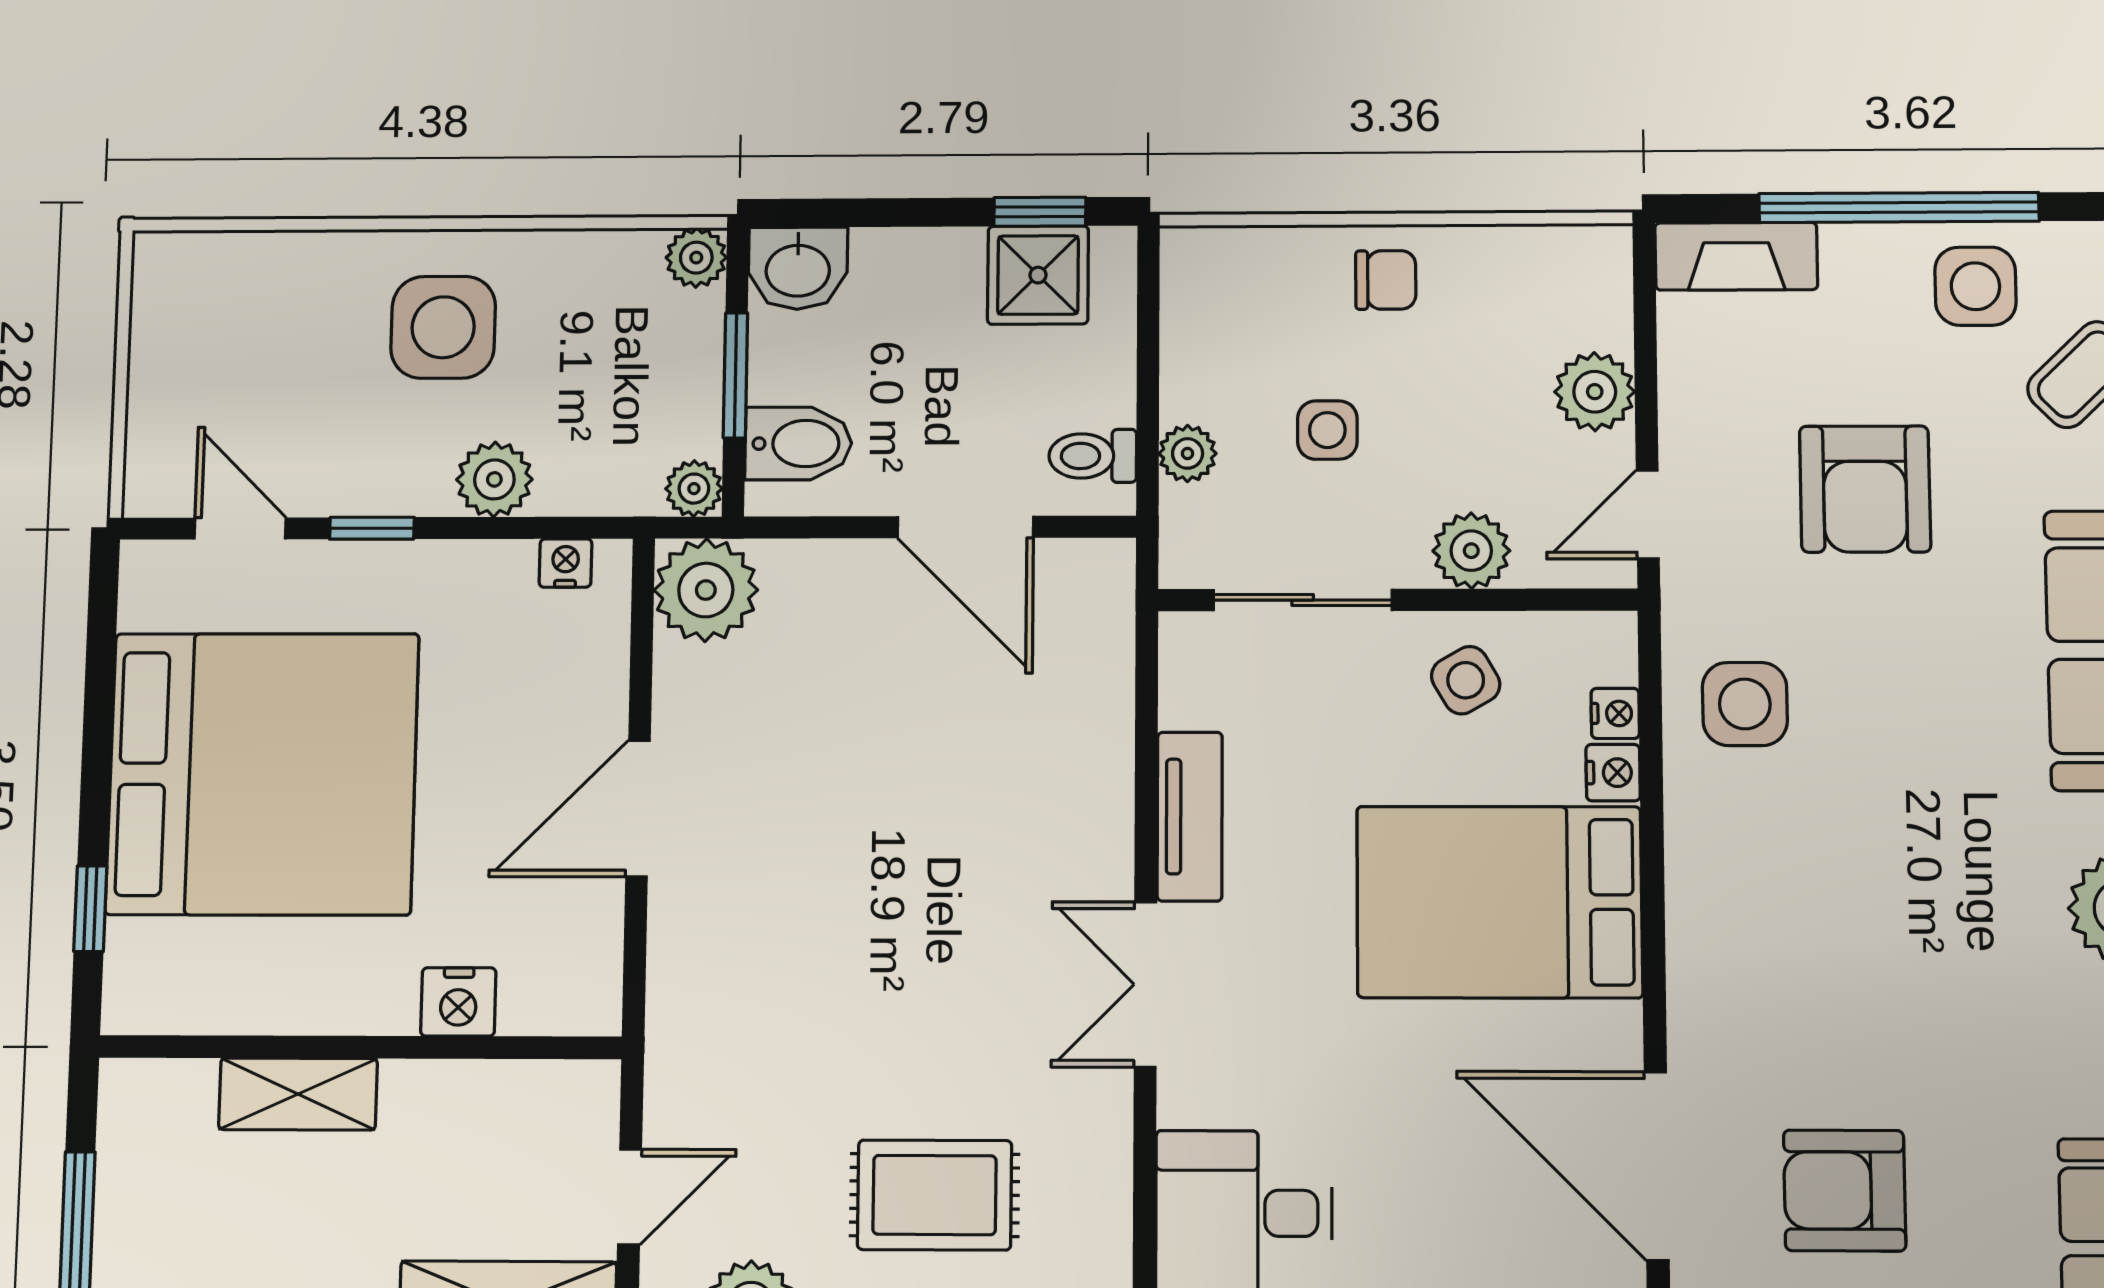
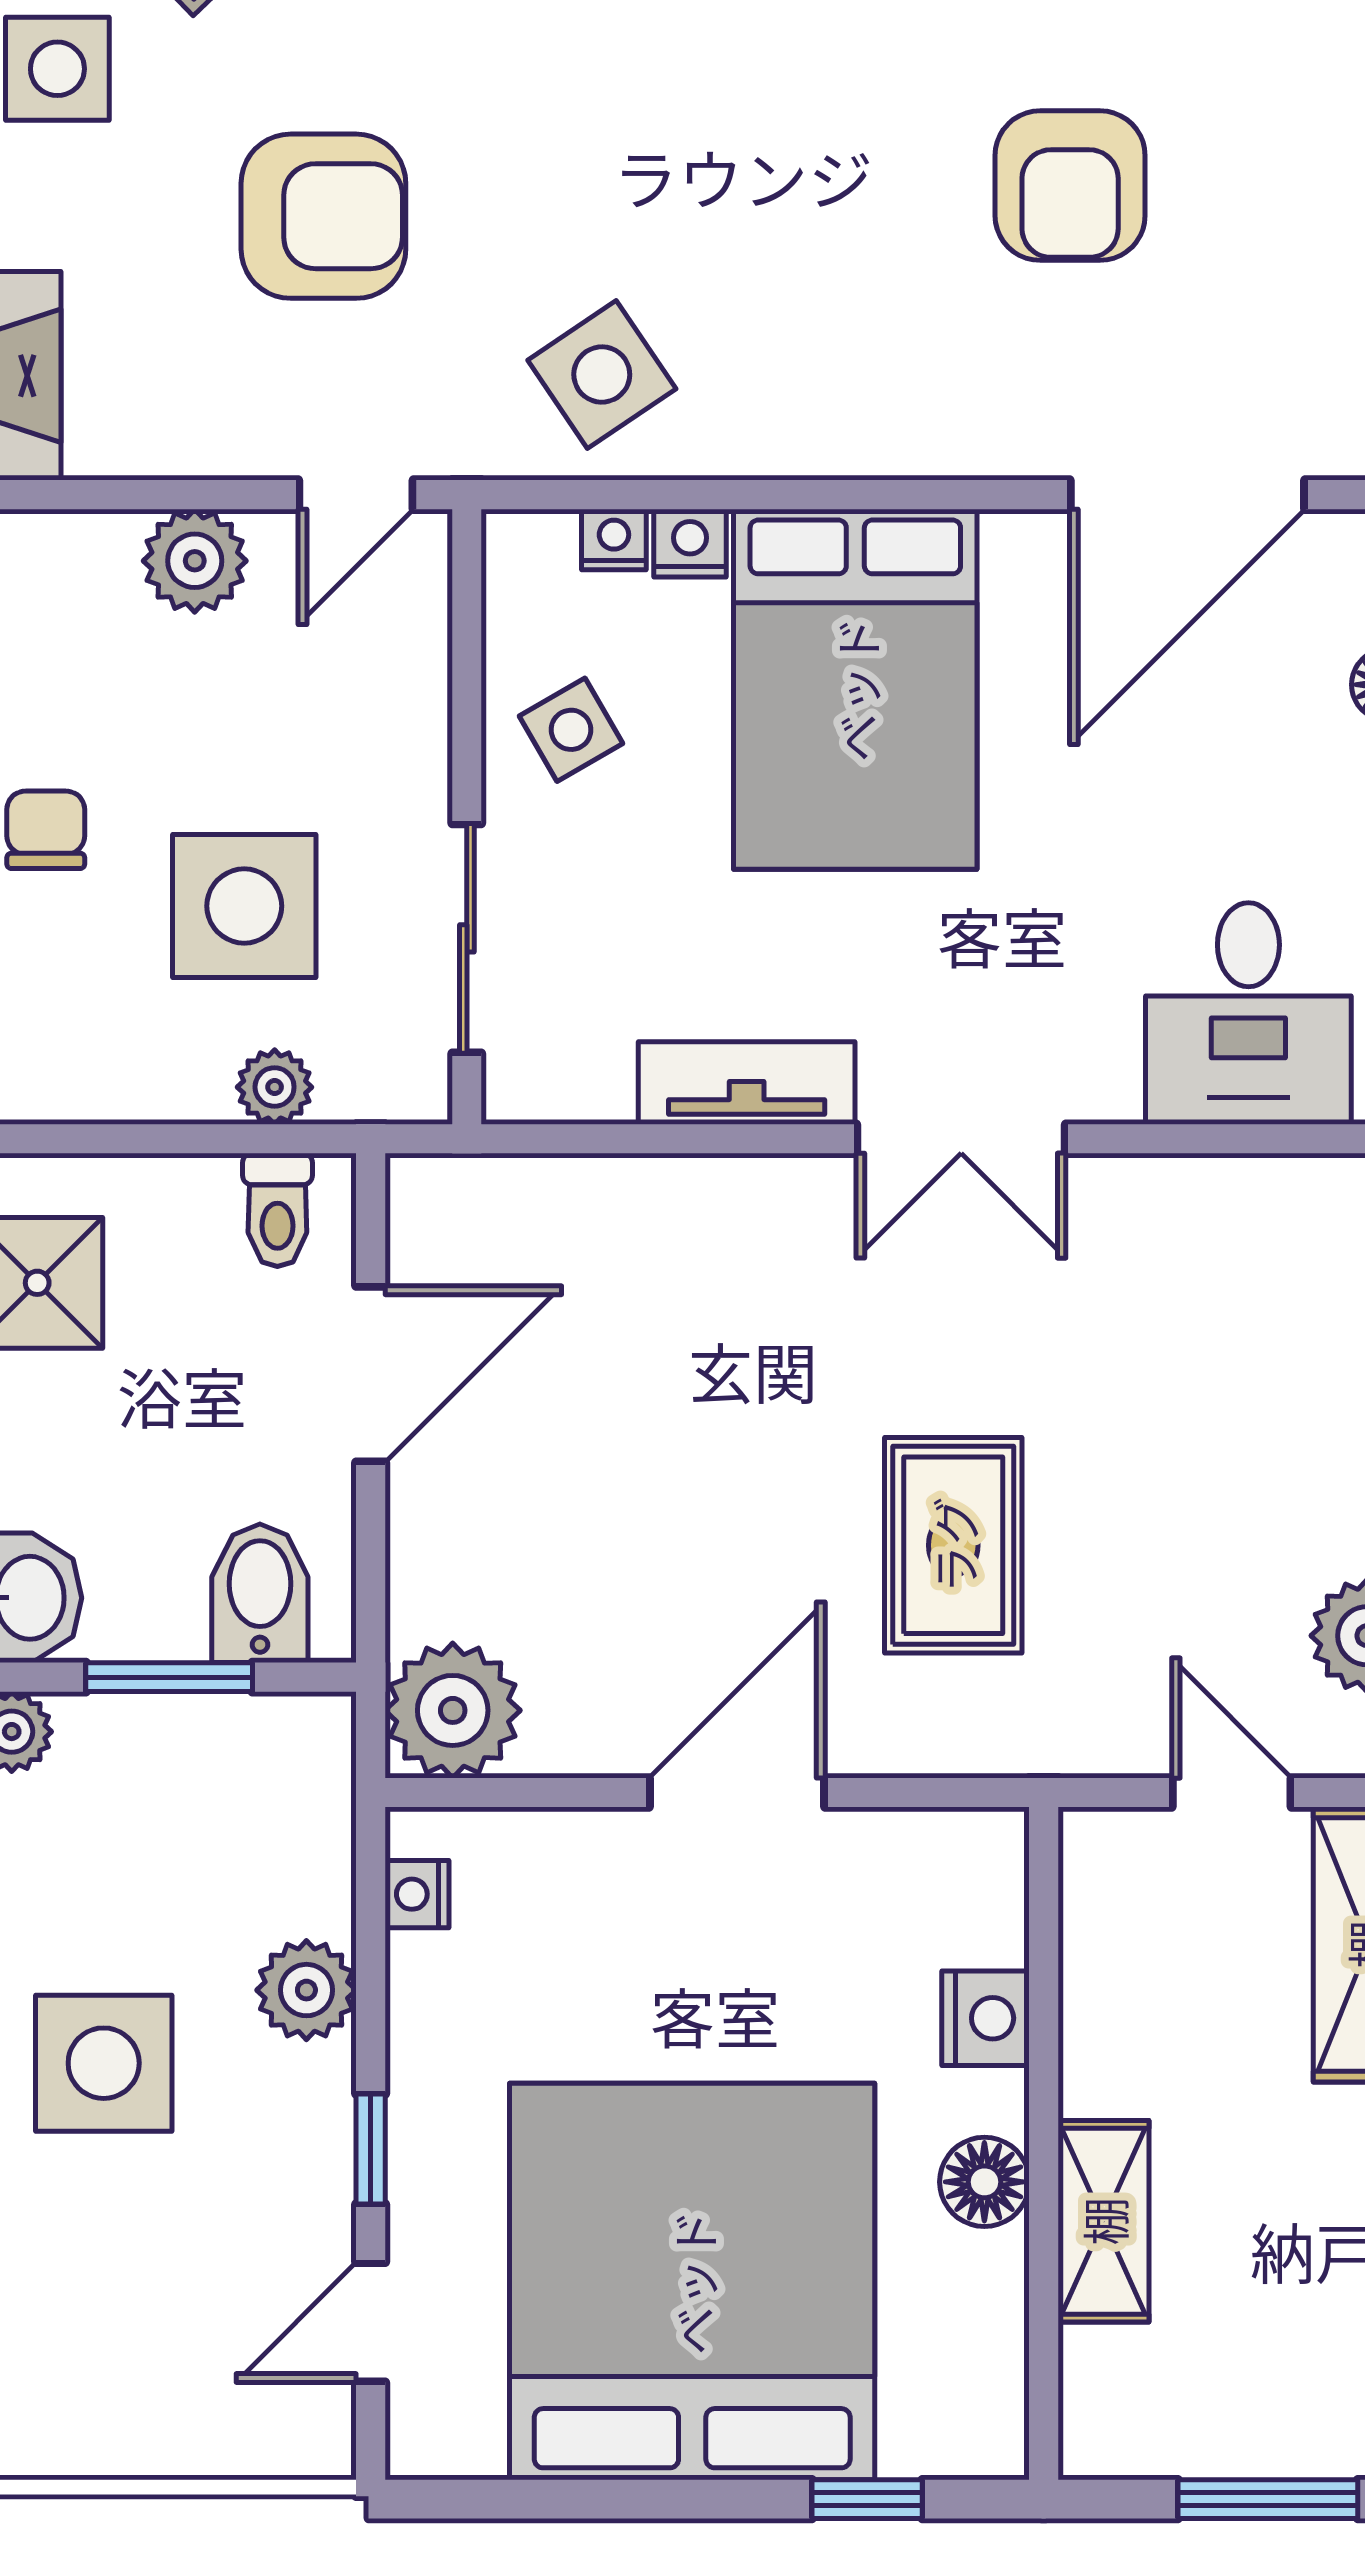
side table: (1327, 430) -> (244, 906), width x1.87, depth x1.87
plant: (694, 489) -> (319, 1729), removed
door: (1648, 514) -> (356, 495), hinge flipped
plant: (1471, 551) -> (403, 721), removed
side table: (1745, 704) -> (602, 375), turned -34
door: (638, 809) -> (737, 1793), swing flipped
floor lamp: (332, 1001) -> (984, 2182), added
armchair: (1845, 1190) -> (1070, 186), moved
rug: (935, 1195) -> (953, 1545), moved

